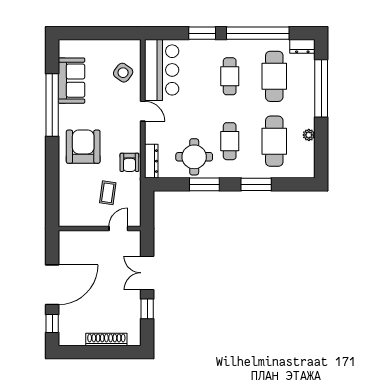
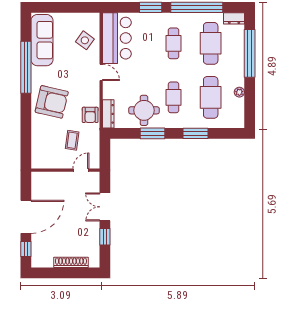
sofa: (72, 81) -> (42, 40), width x1.36
armchair: (83, 147) -> (52, 102), turned 103

